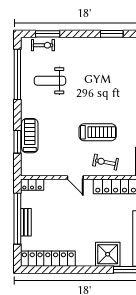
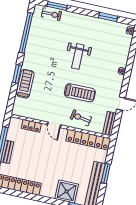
weight bench: (50, 81) -> (78, 56), moved, turned -90
window: (17, 142) -> (17, 74), moved
locker: (32, 185) -> (31, 126), moved

